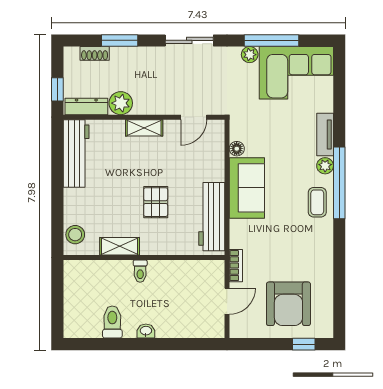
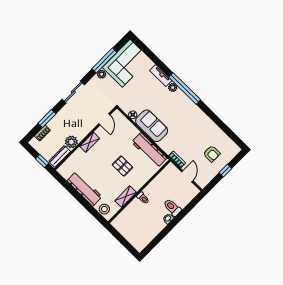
workbench: (76, 154) -> (85, 189), moved
coffee table: (317, 202) -> (184, 104), removed
armchair: (288, 304) -> (212, 154), width x0.53, depth x0.53
toilet: (112, 322) -> (172, 207), moved
window: (304, 344) -> (225, 171), moved

